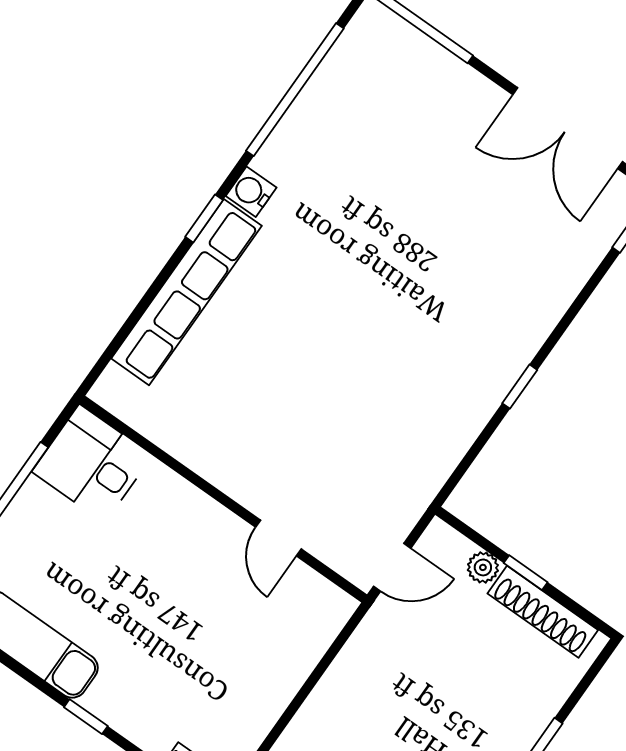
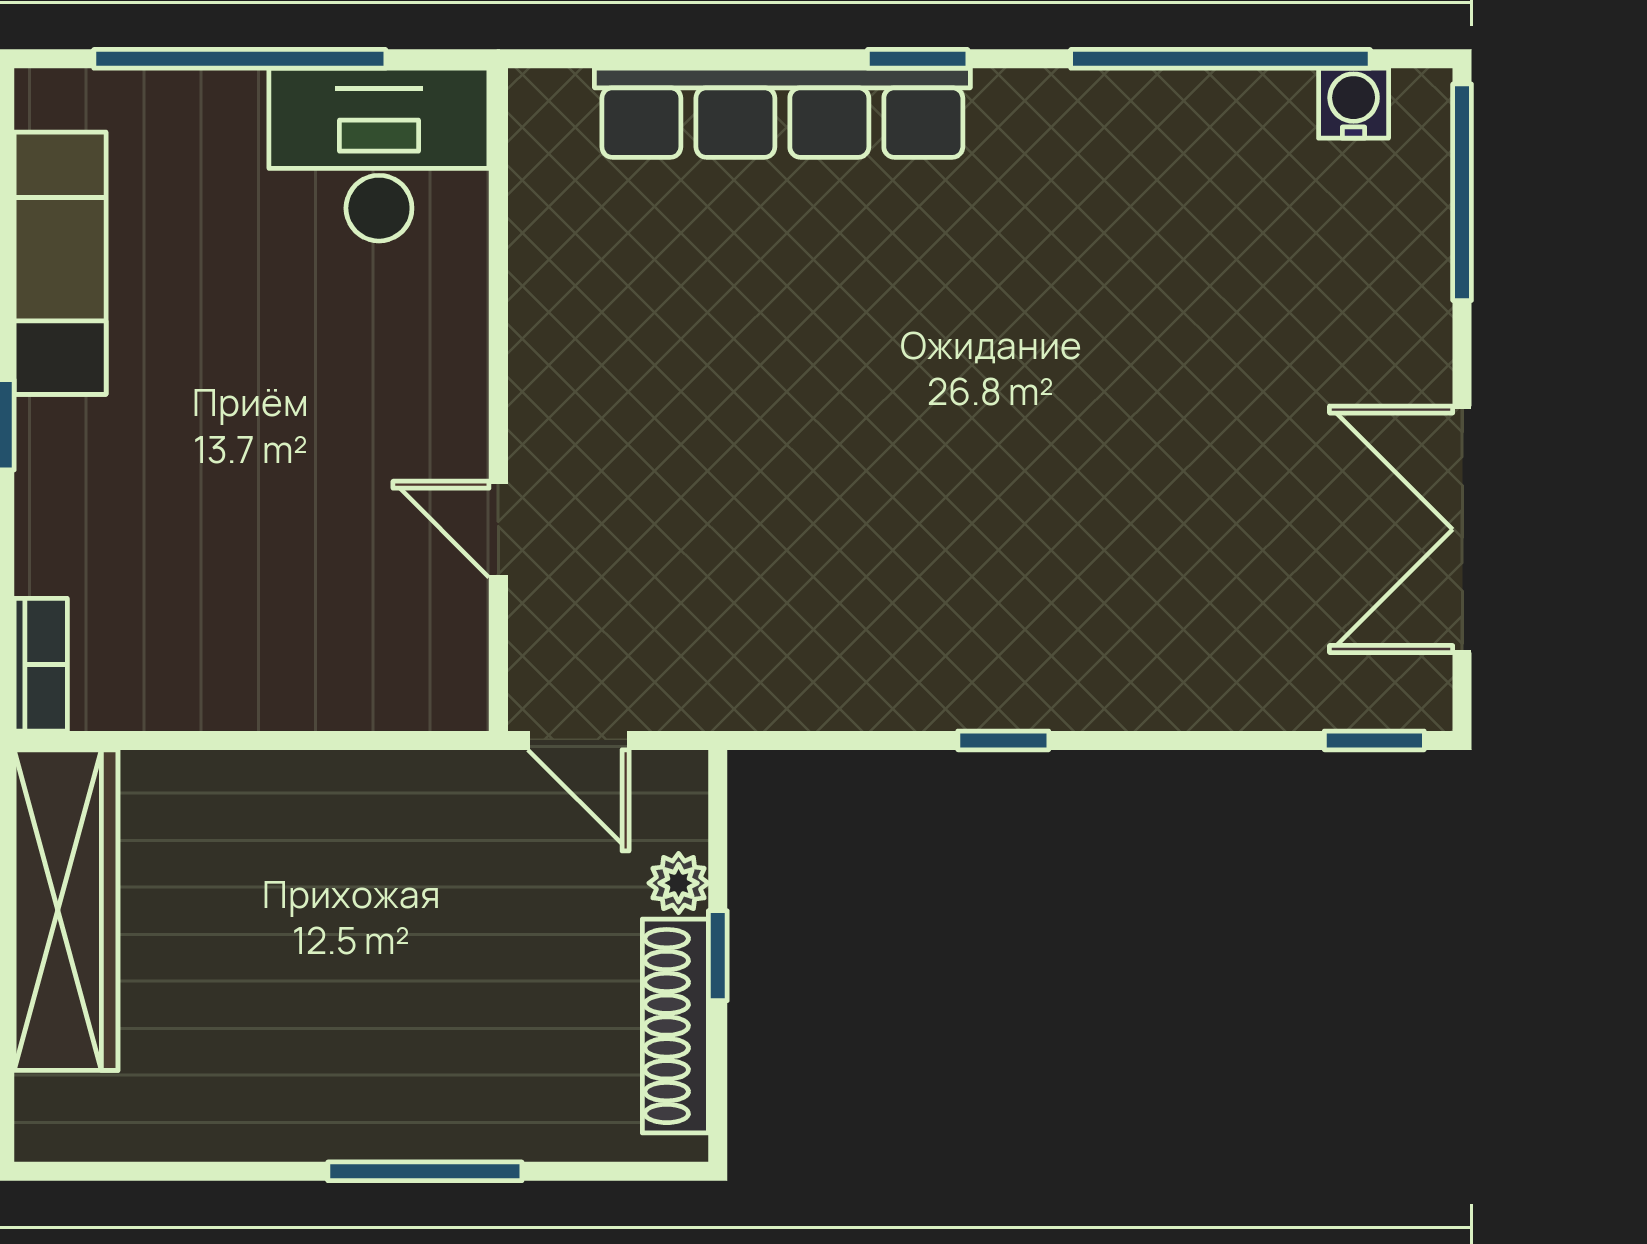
water cooler: (251, 192) -> (1354, 103), moved
desk: (92, 464) -> (379, 155), width x1.37
door: (278, 538) -> (498, 529), hinge flipped

